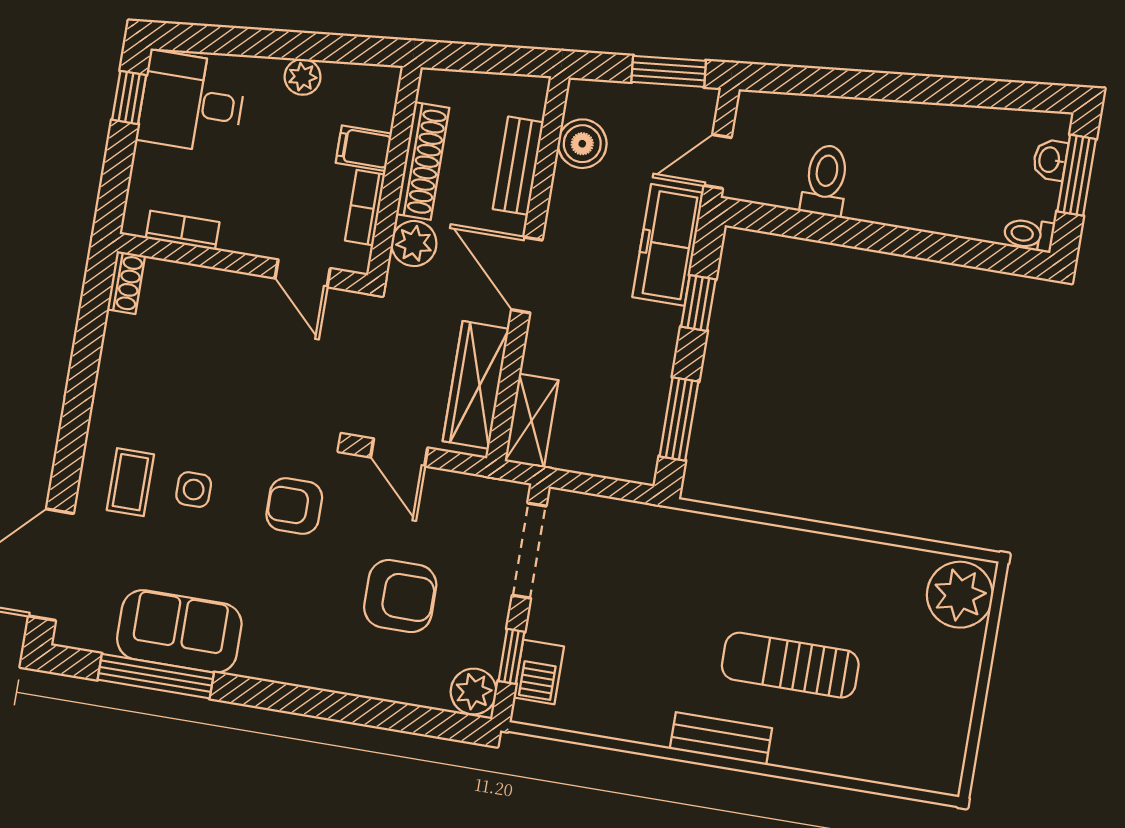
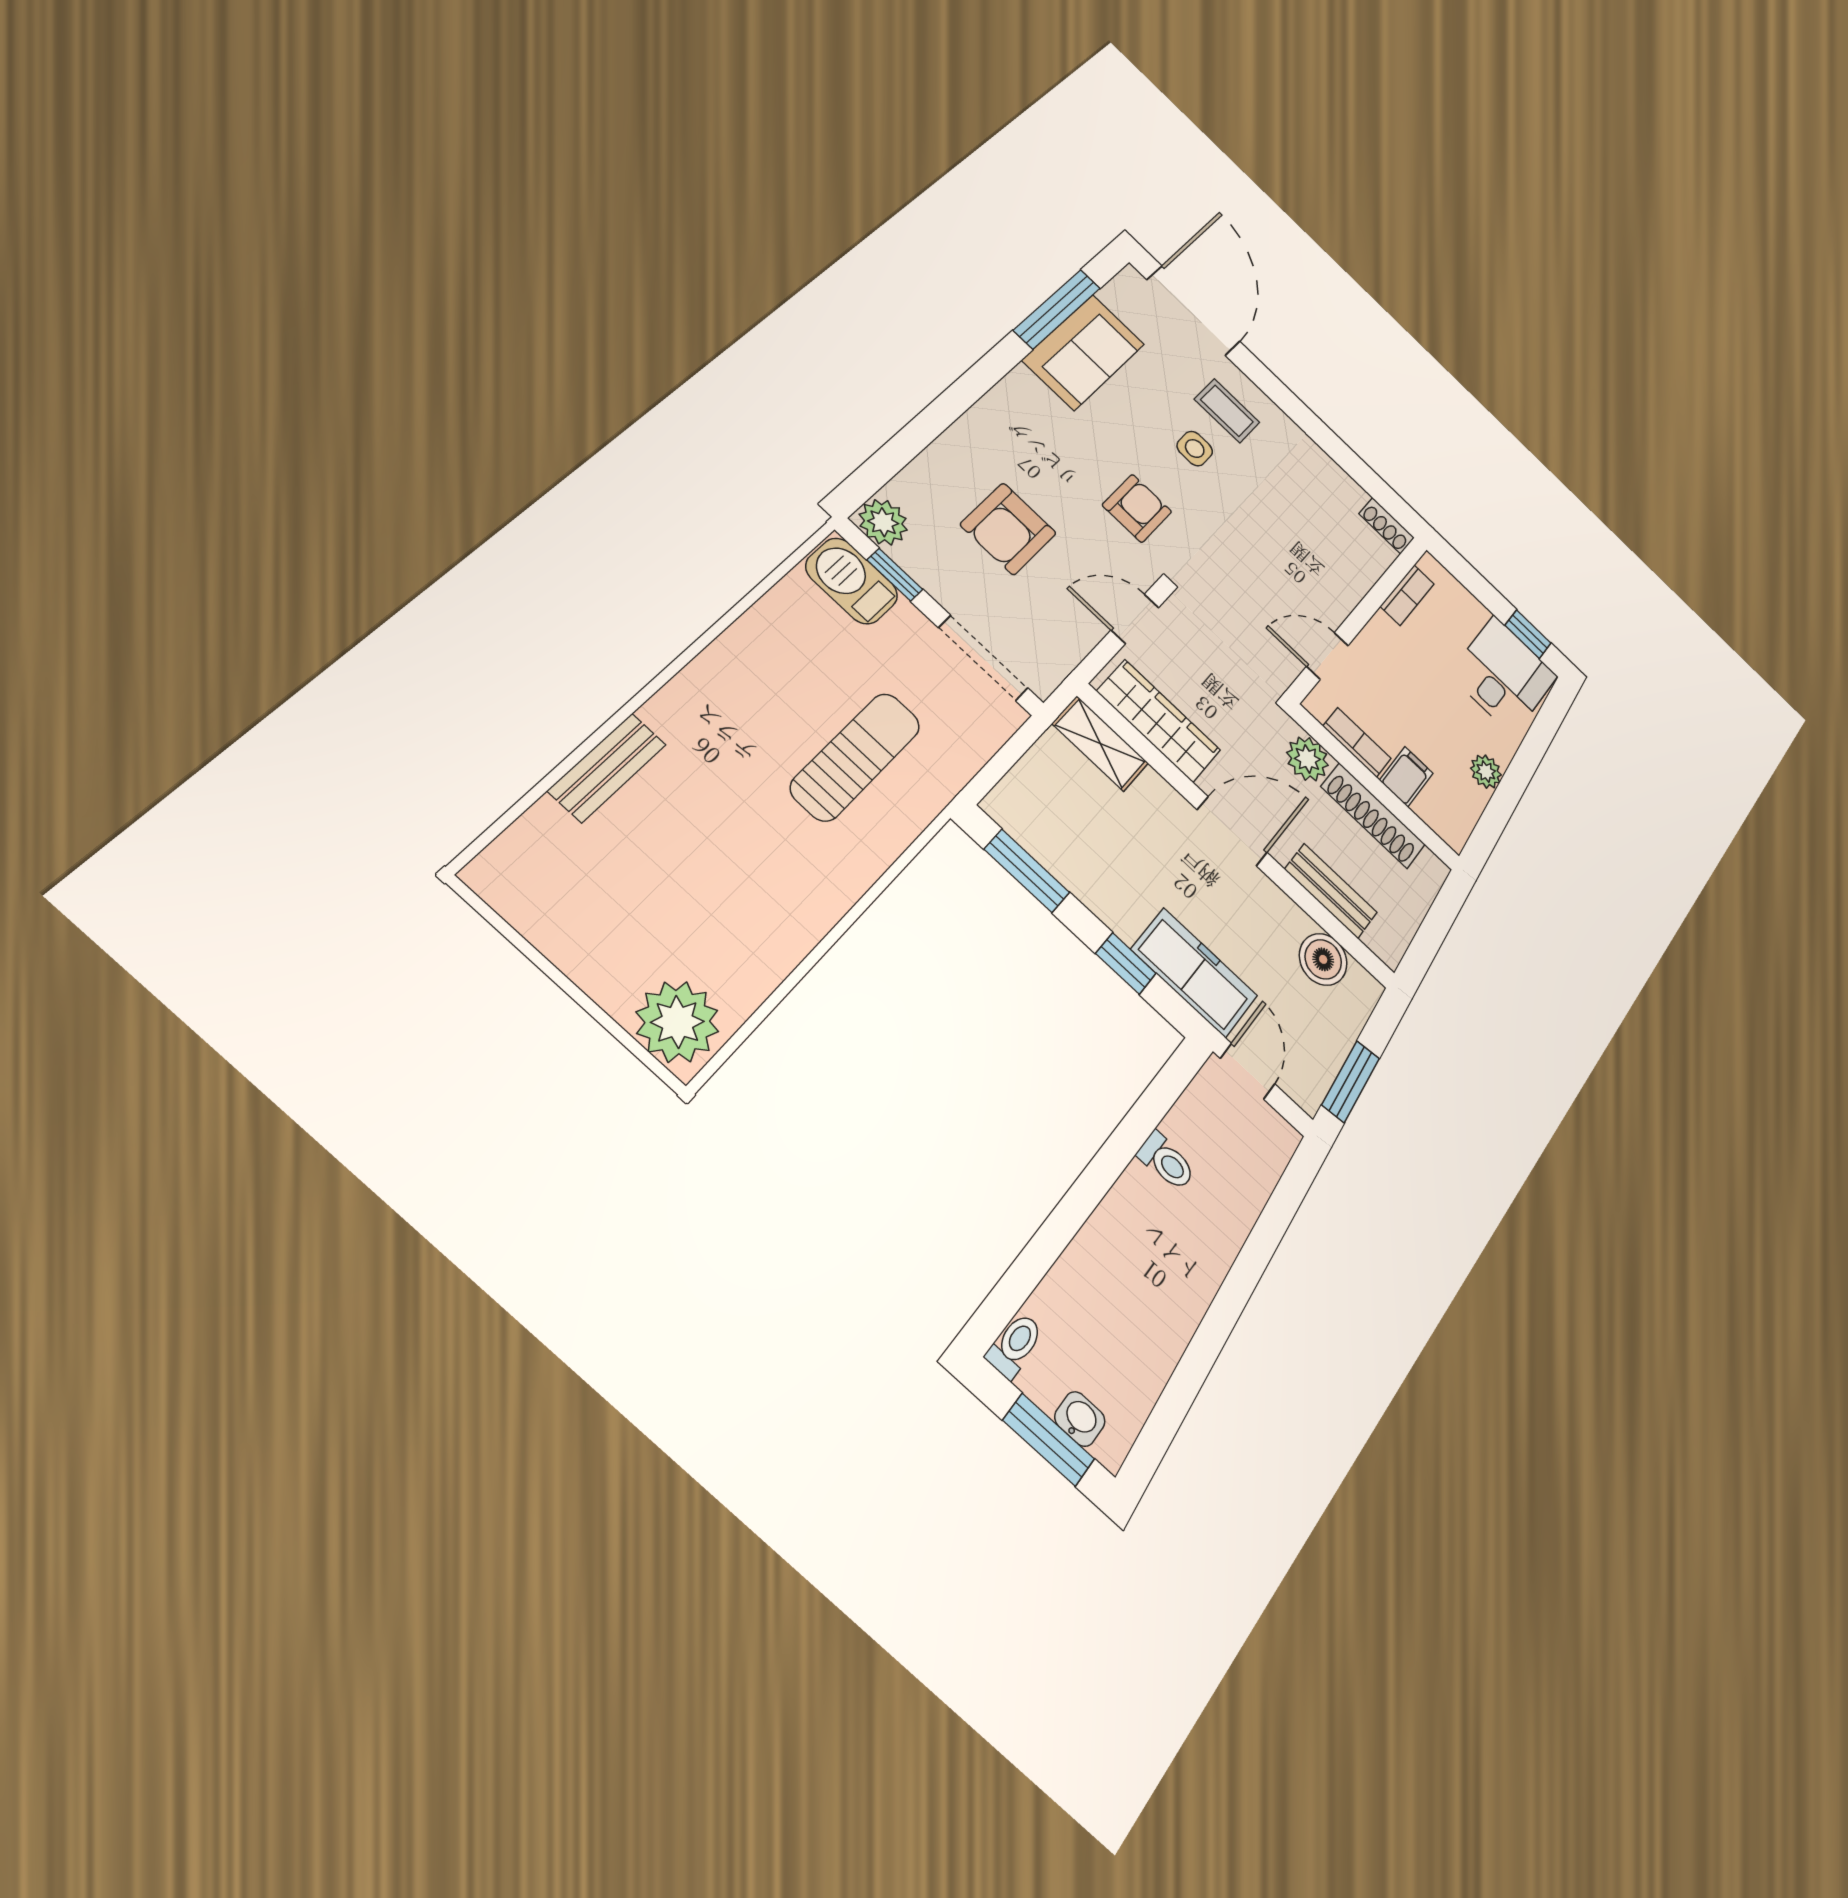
toilet: (825, 180) -> (1166, 1161), width x0.73, depth x0.72
sun lounger: (790, 665) -> (856, 757), moved
barbecue: (539, 672) -> (852, 581), width x1.38, depth x1.27
bench: (721, 739) -> (607, 768), moved

